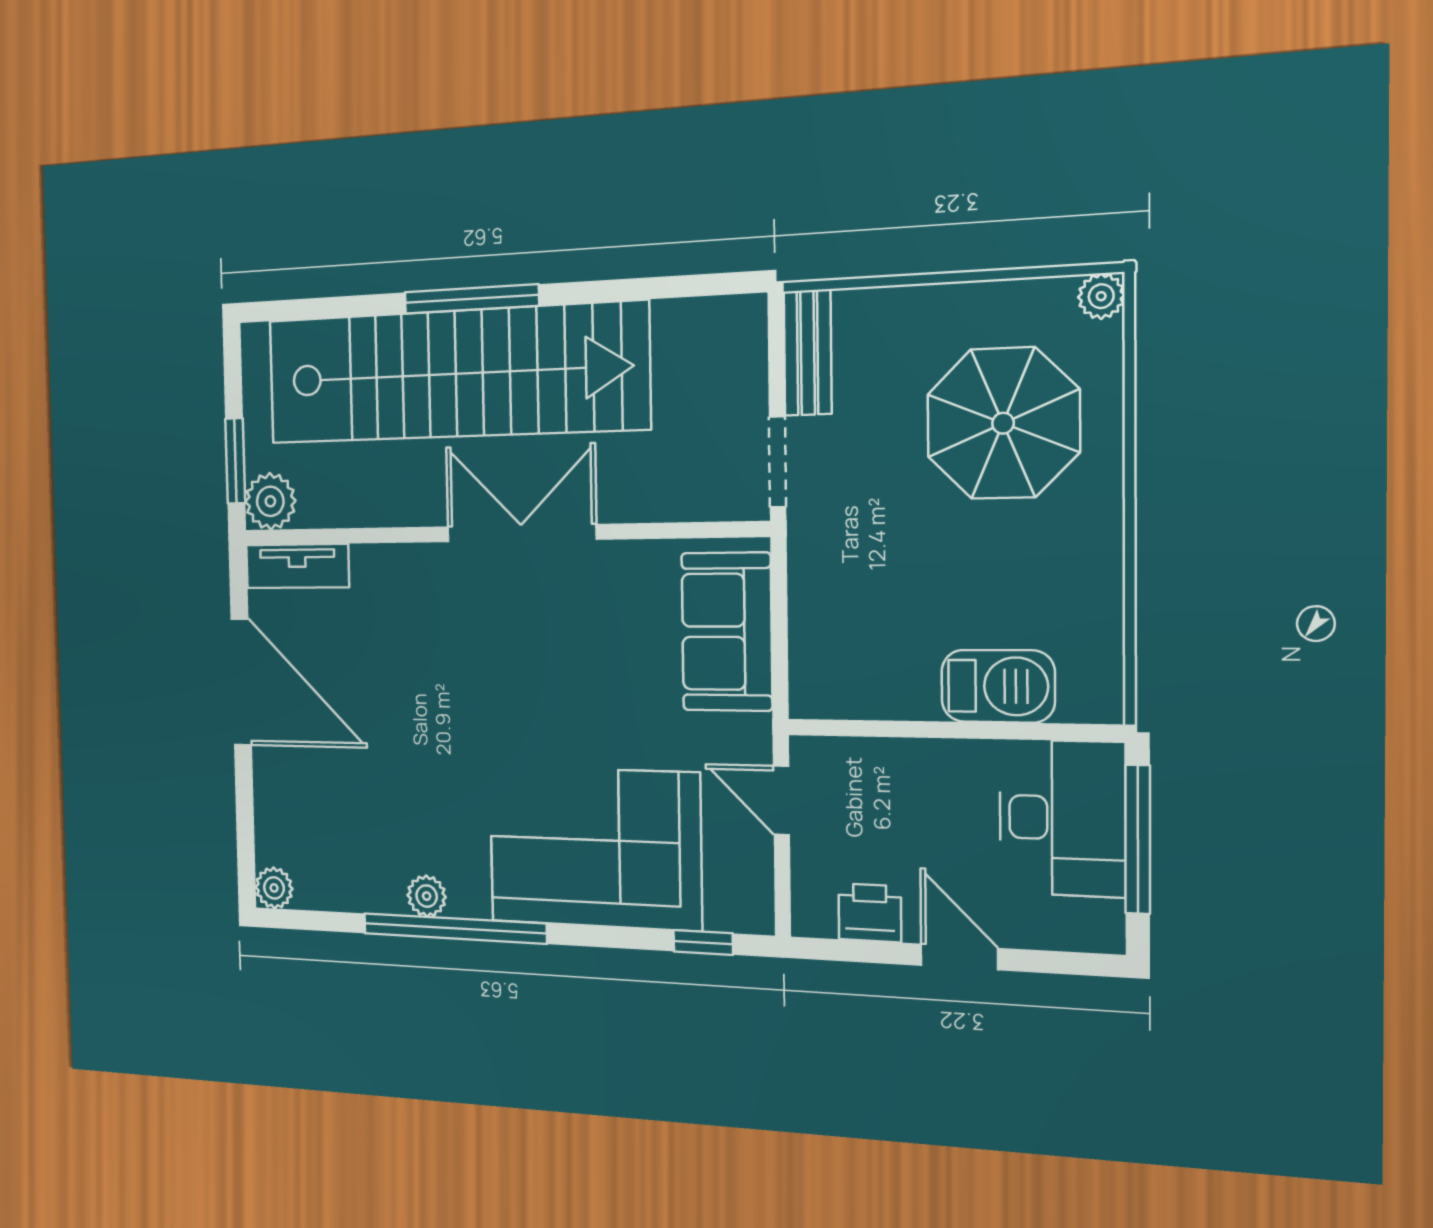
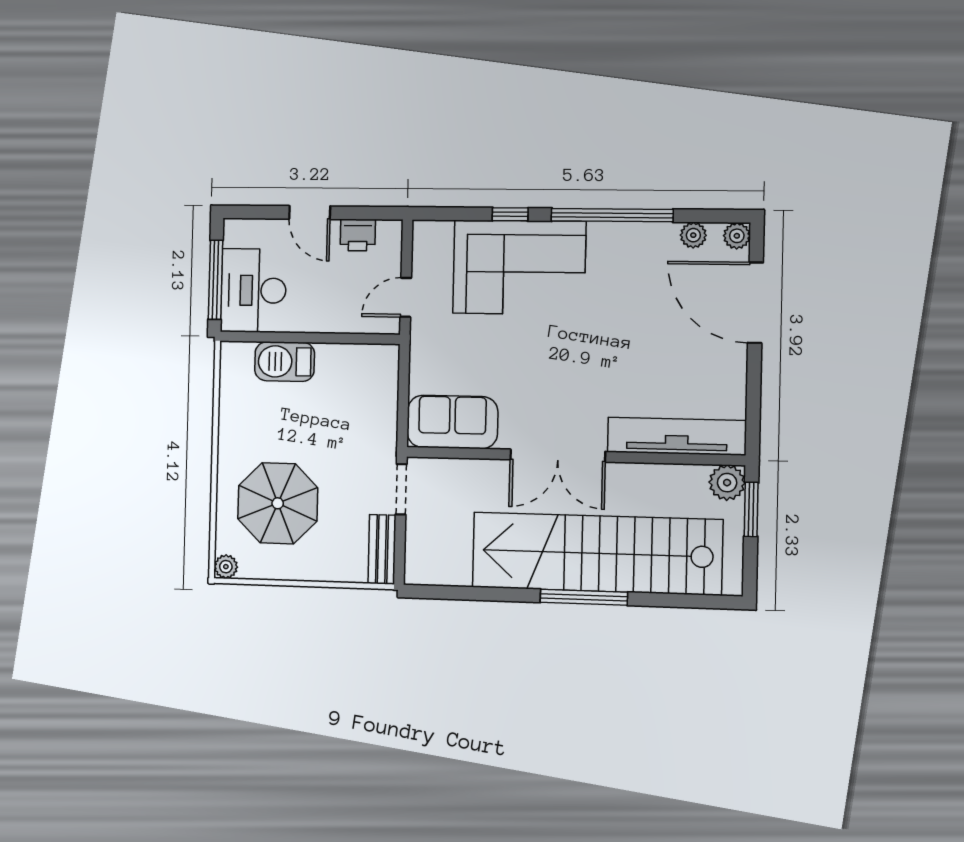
tv unit: (297, 566) -> (677, 436), width x1.92, depth x1.29
sofa: (727, 632) -> (452, 422), moved, turned -90
door: (241, 682) -> (755, 303), moved
door: (781, 800) -> (406, 297), swing flipped
plant: (427, 896) -> (693, 235), moved
window: (703, 942) -> (510, 214), moved

